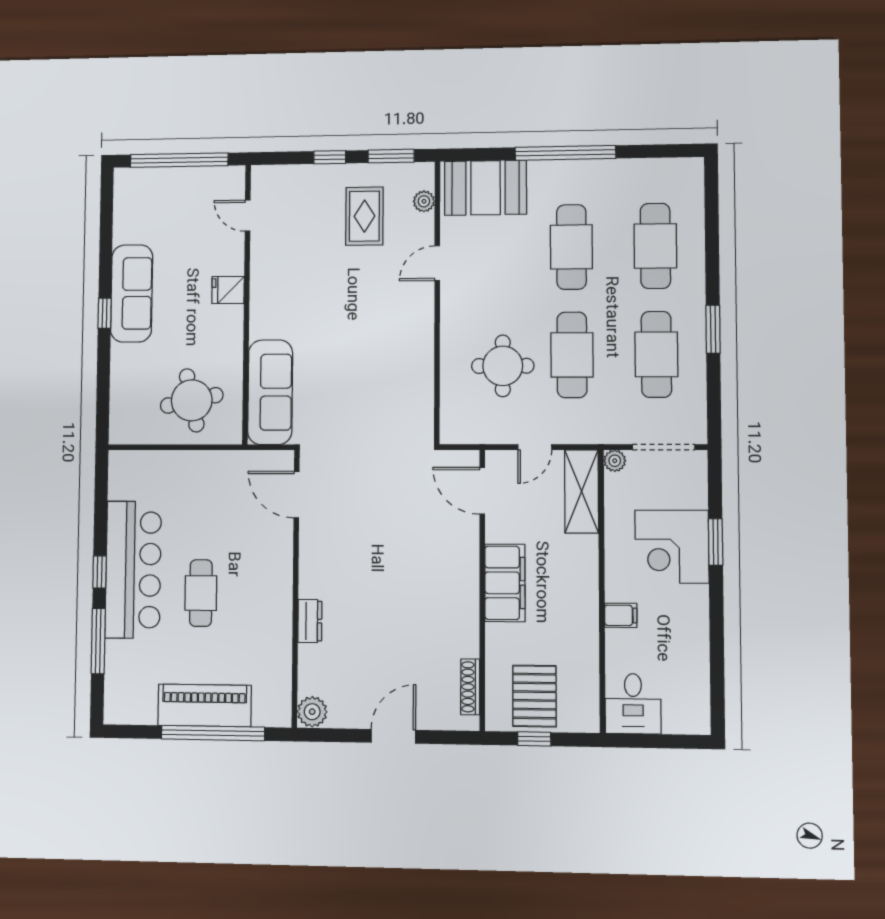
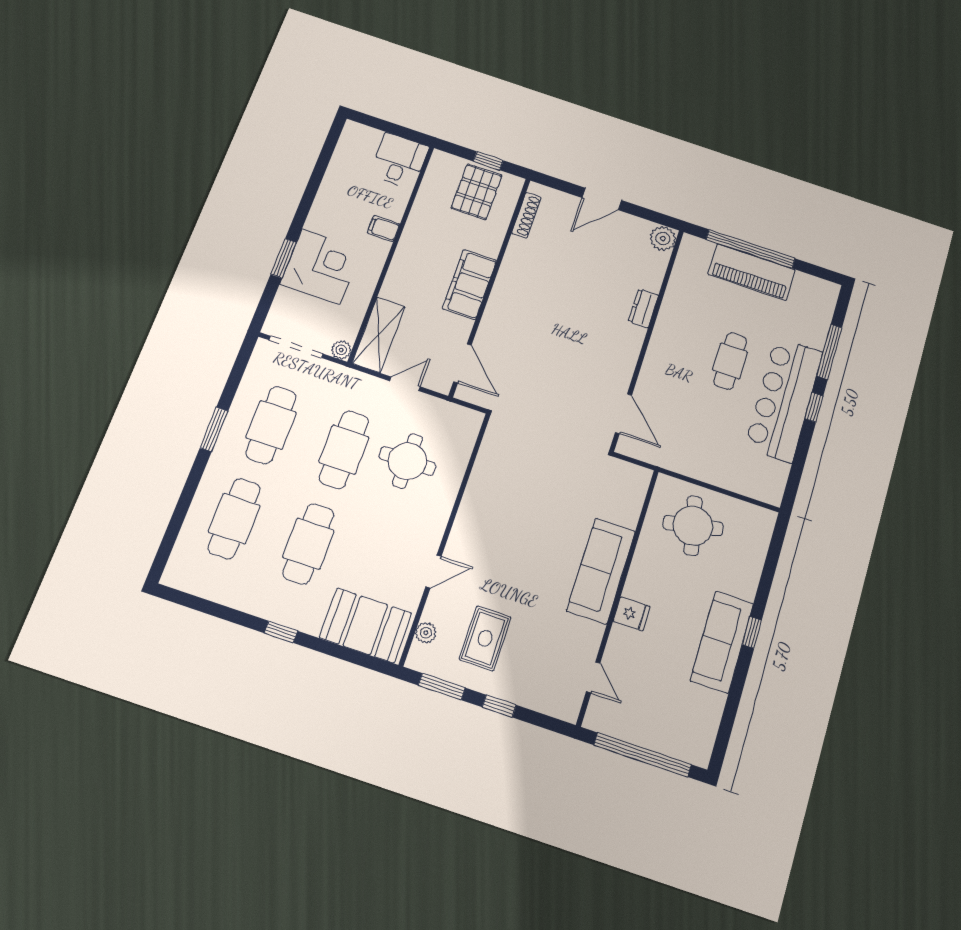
window: (565, 153) -> (281, 632), width x0.32
sofa: (270, 392) -> (601, 571), moved

